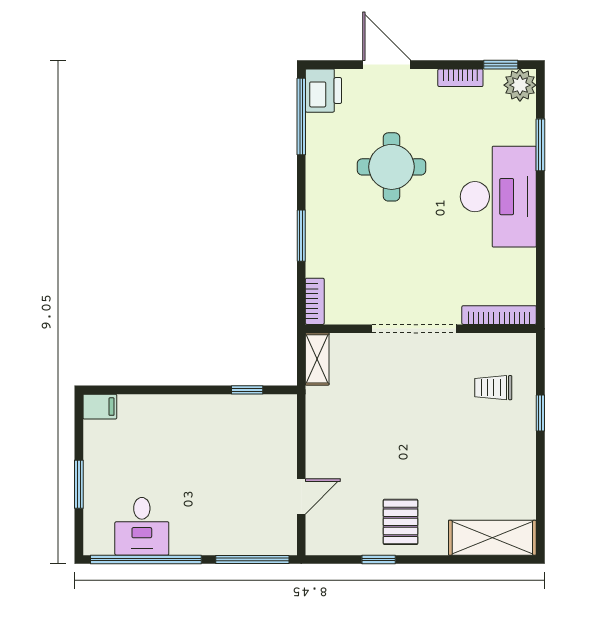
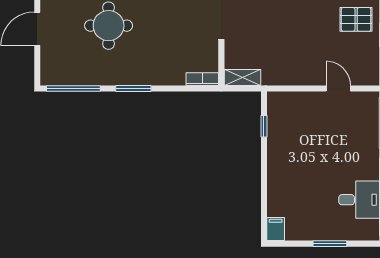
printer: (323, 91) -> (55, 73), removed
window: (301, 236) -> (133, 89), moved

